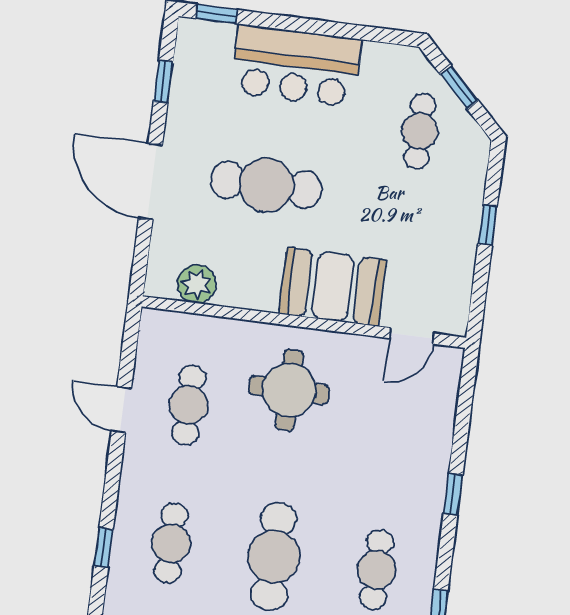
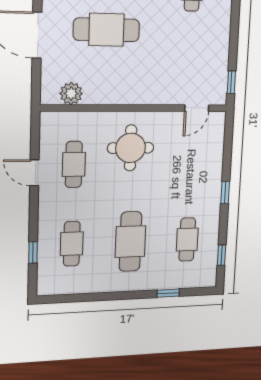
window: (488, 225) -> (231, 82), moved
booth: (333, 287) -> (150, 86), removed

